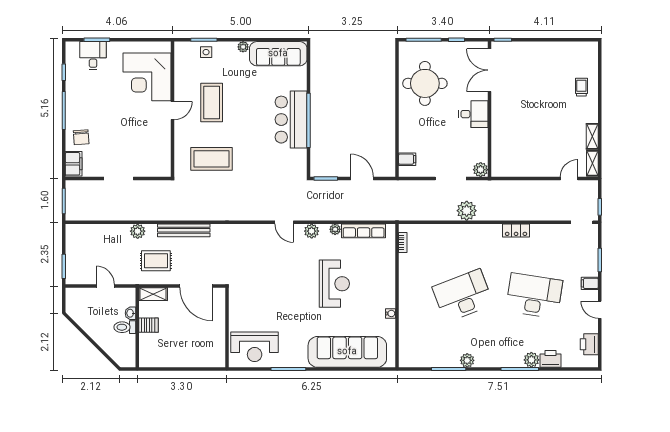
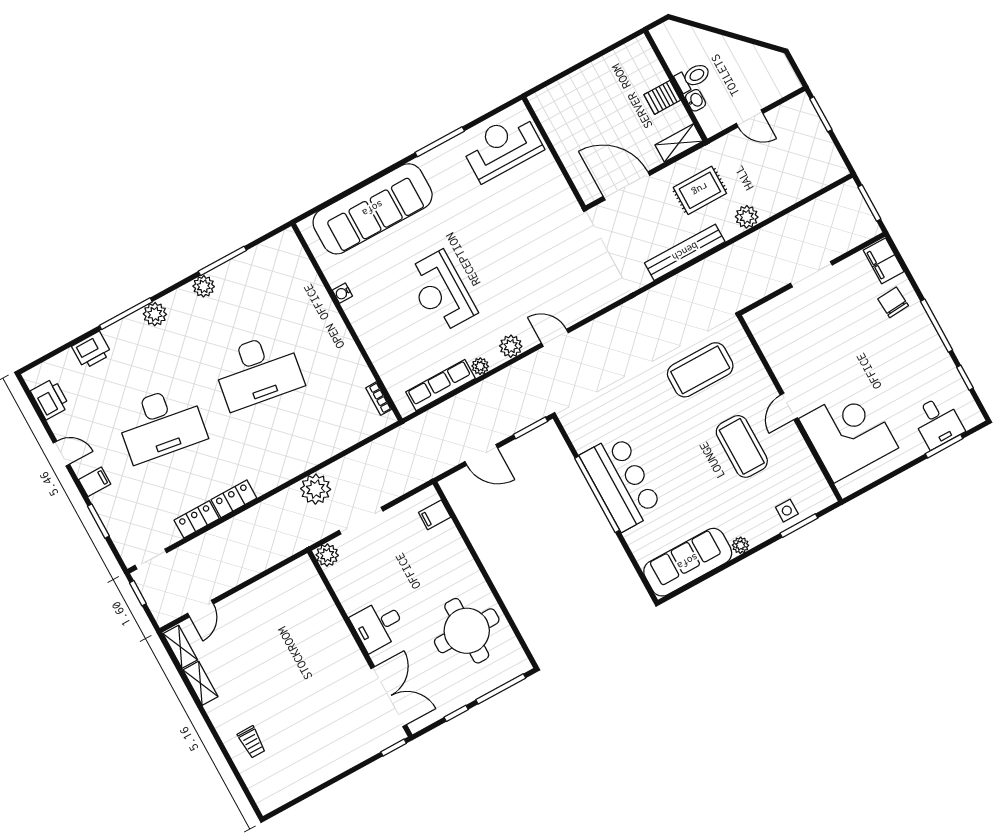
locker: (544, 230) -> (197, 519), added
desk: (463, 296) -> (258, 371), turned 30
plant: (531, 360) -> (155, 314), moved

